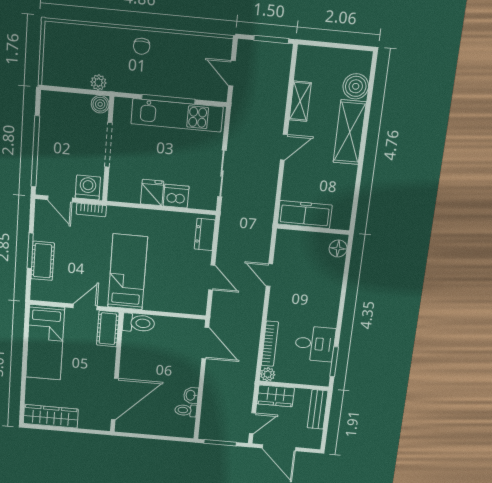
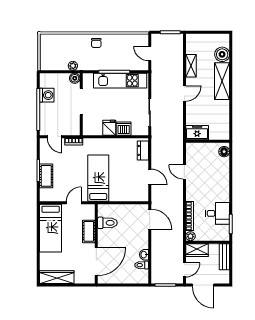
washing machine: (88, 187) -> (47, 95), moved, turned 90
freezer: (305, 214) -> (197, 133), width x0.71
toilet: (139, 323) -> (107, 223), moved
cot: (108, 329) -> (89, 231), moved

